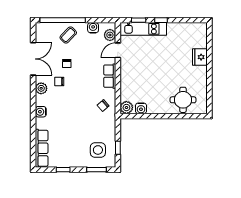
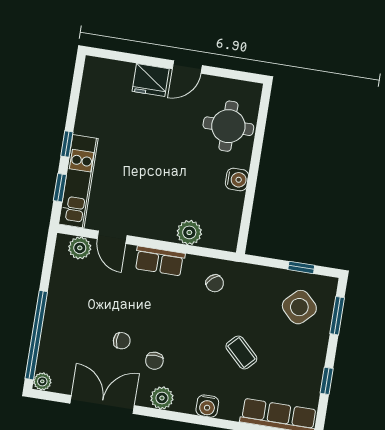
plant: (40, 27) -> (42, 381), added
water cooler: (93, 28) -> (60, 278), removed
coffee table: (68, 35) -> (241, 352), moved
door: (209, 74) -> (187, 67), added
plant: (126, 108) -> (189, 232), moved
water cooler: (141, 108) -> (237, 179), moved
side table: (98, 150) -> (299, 307), turned 45

